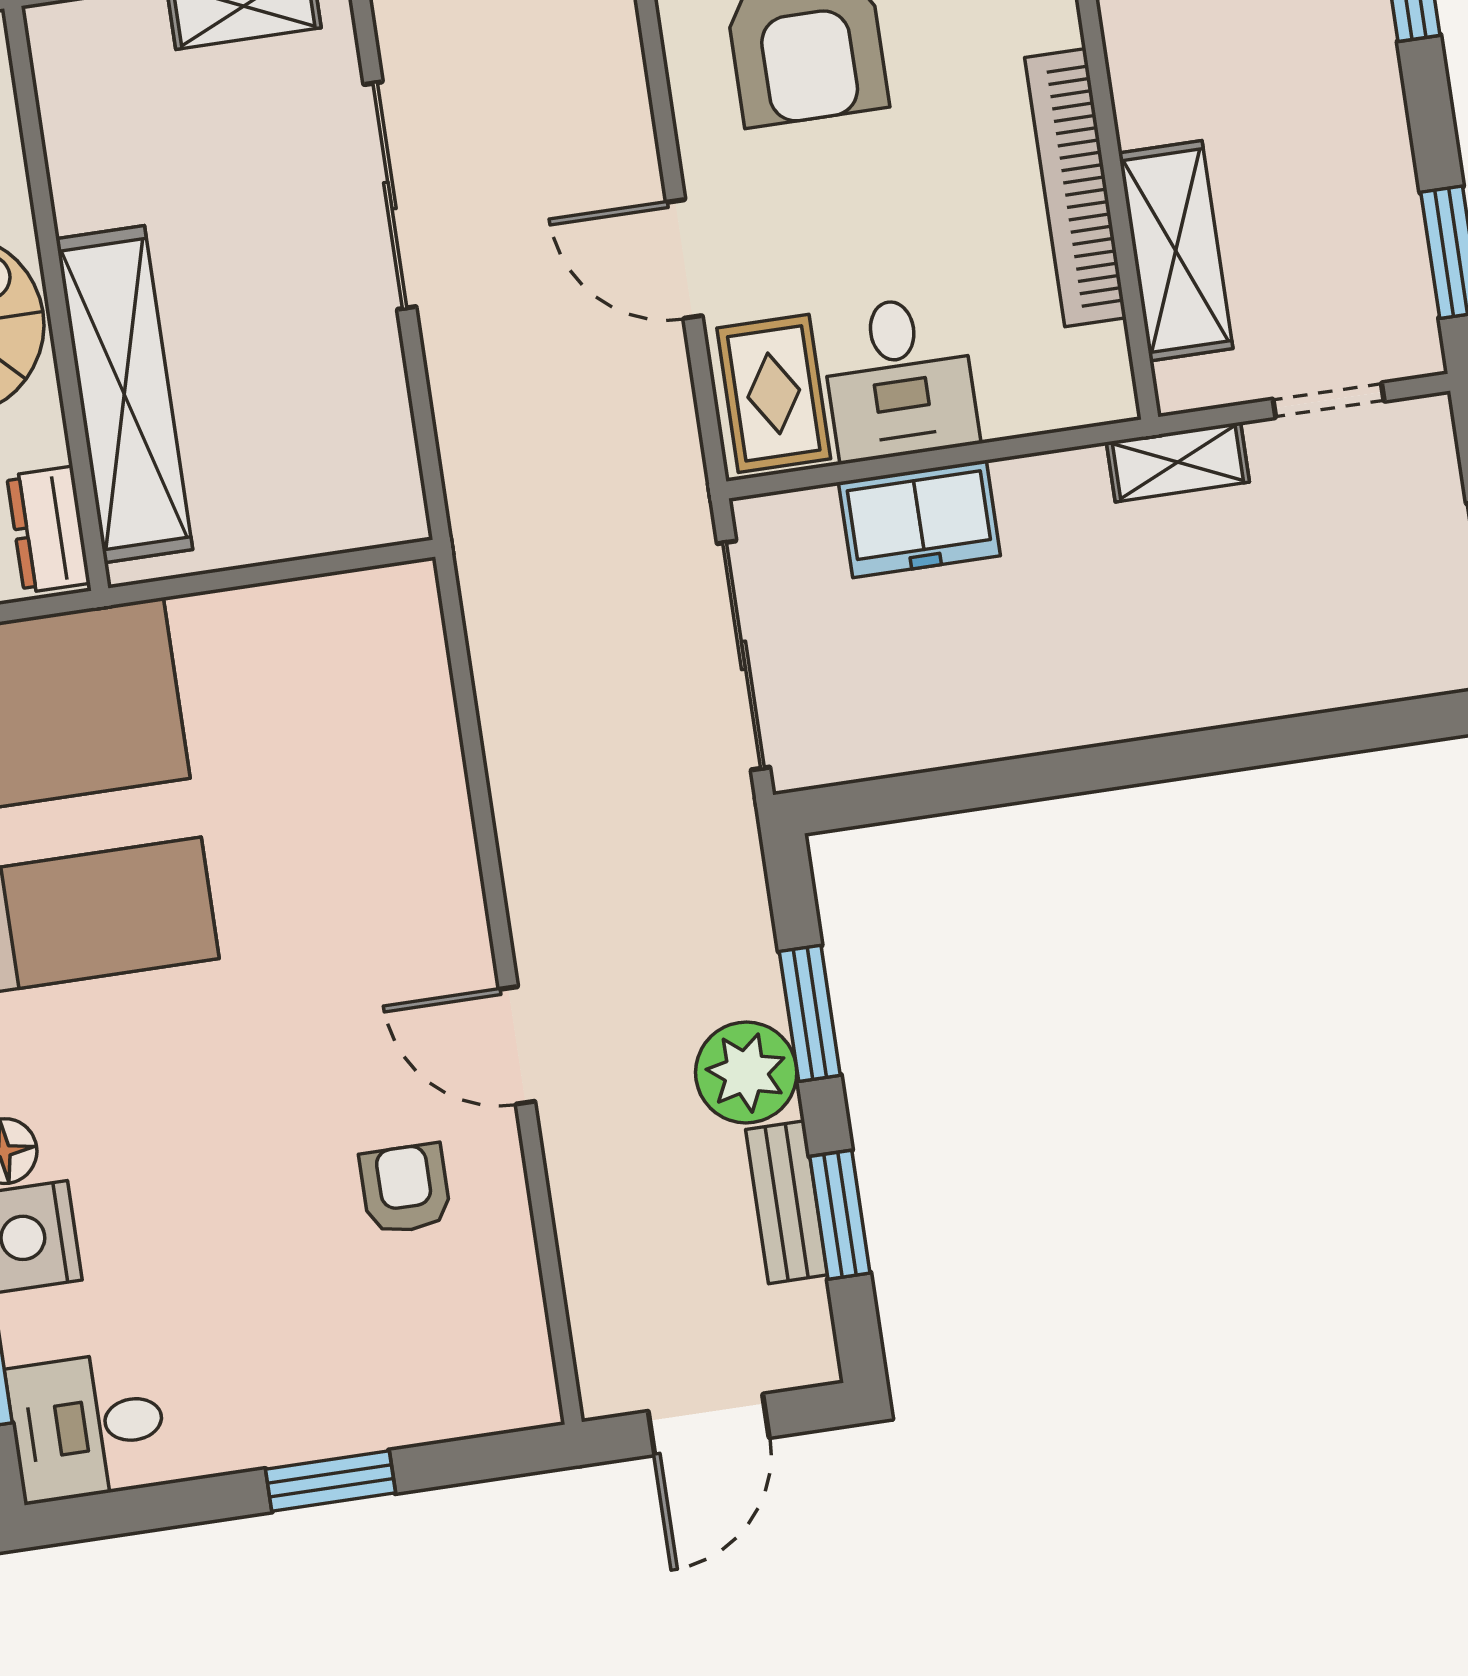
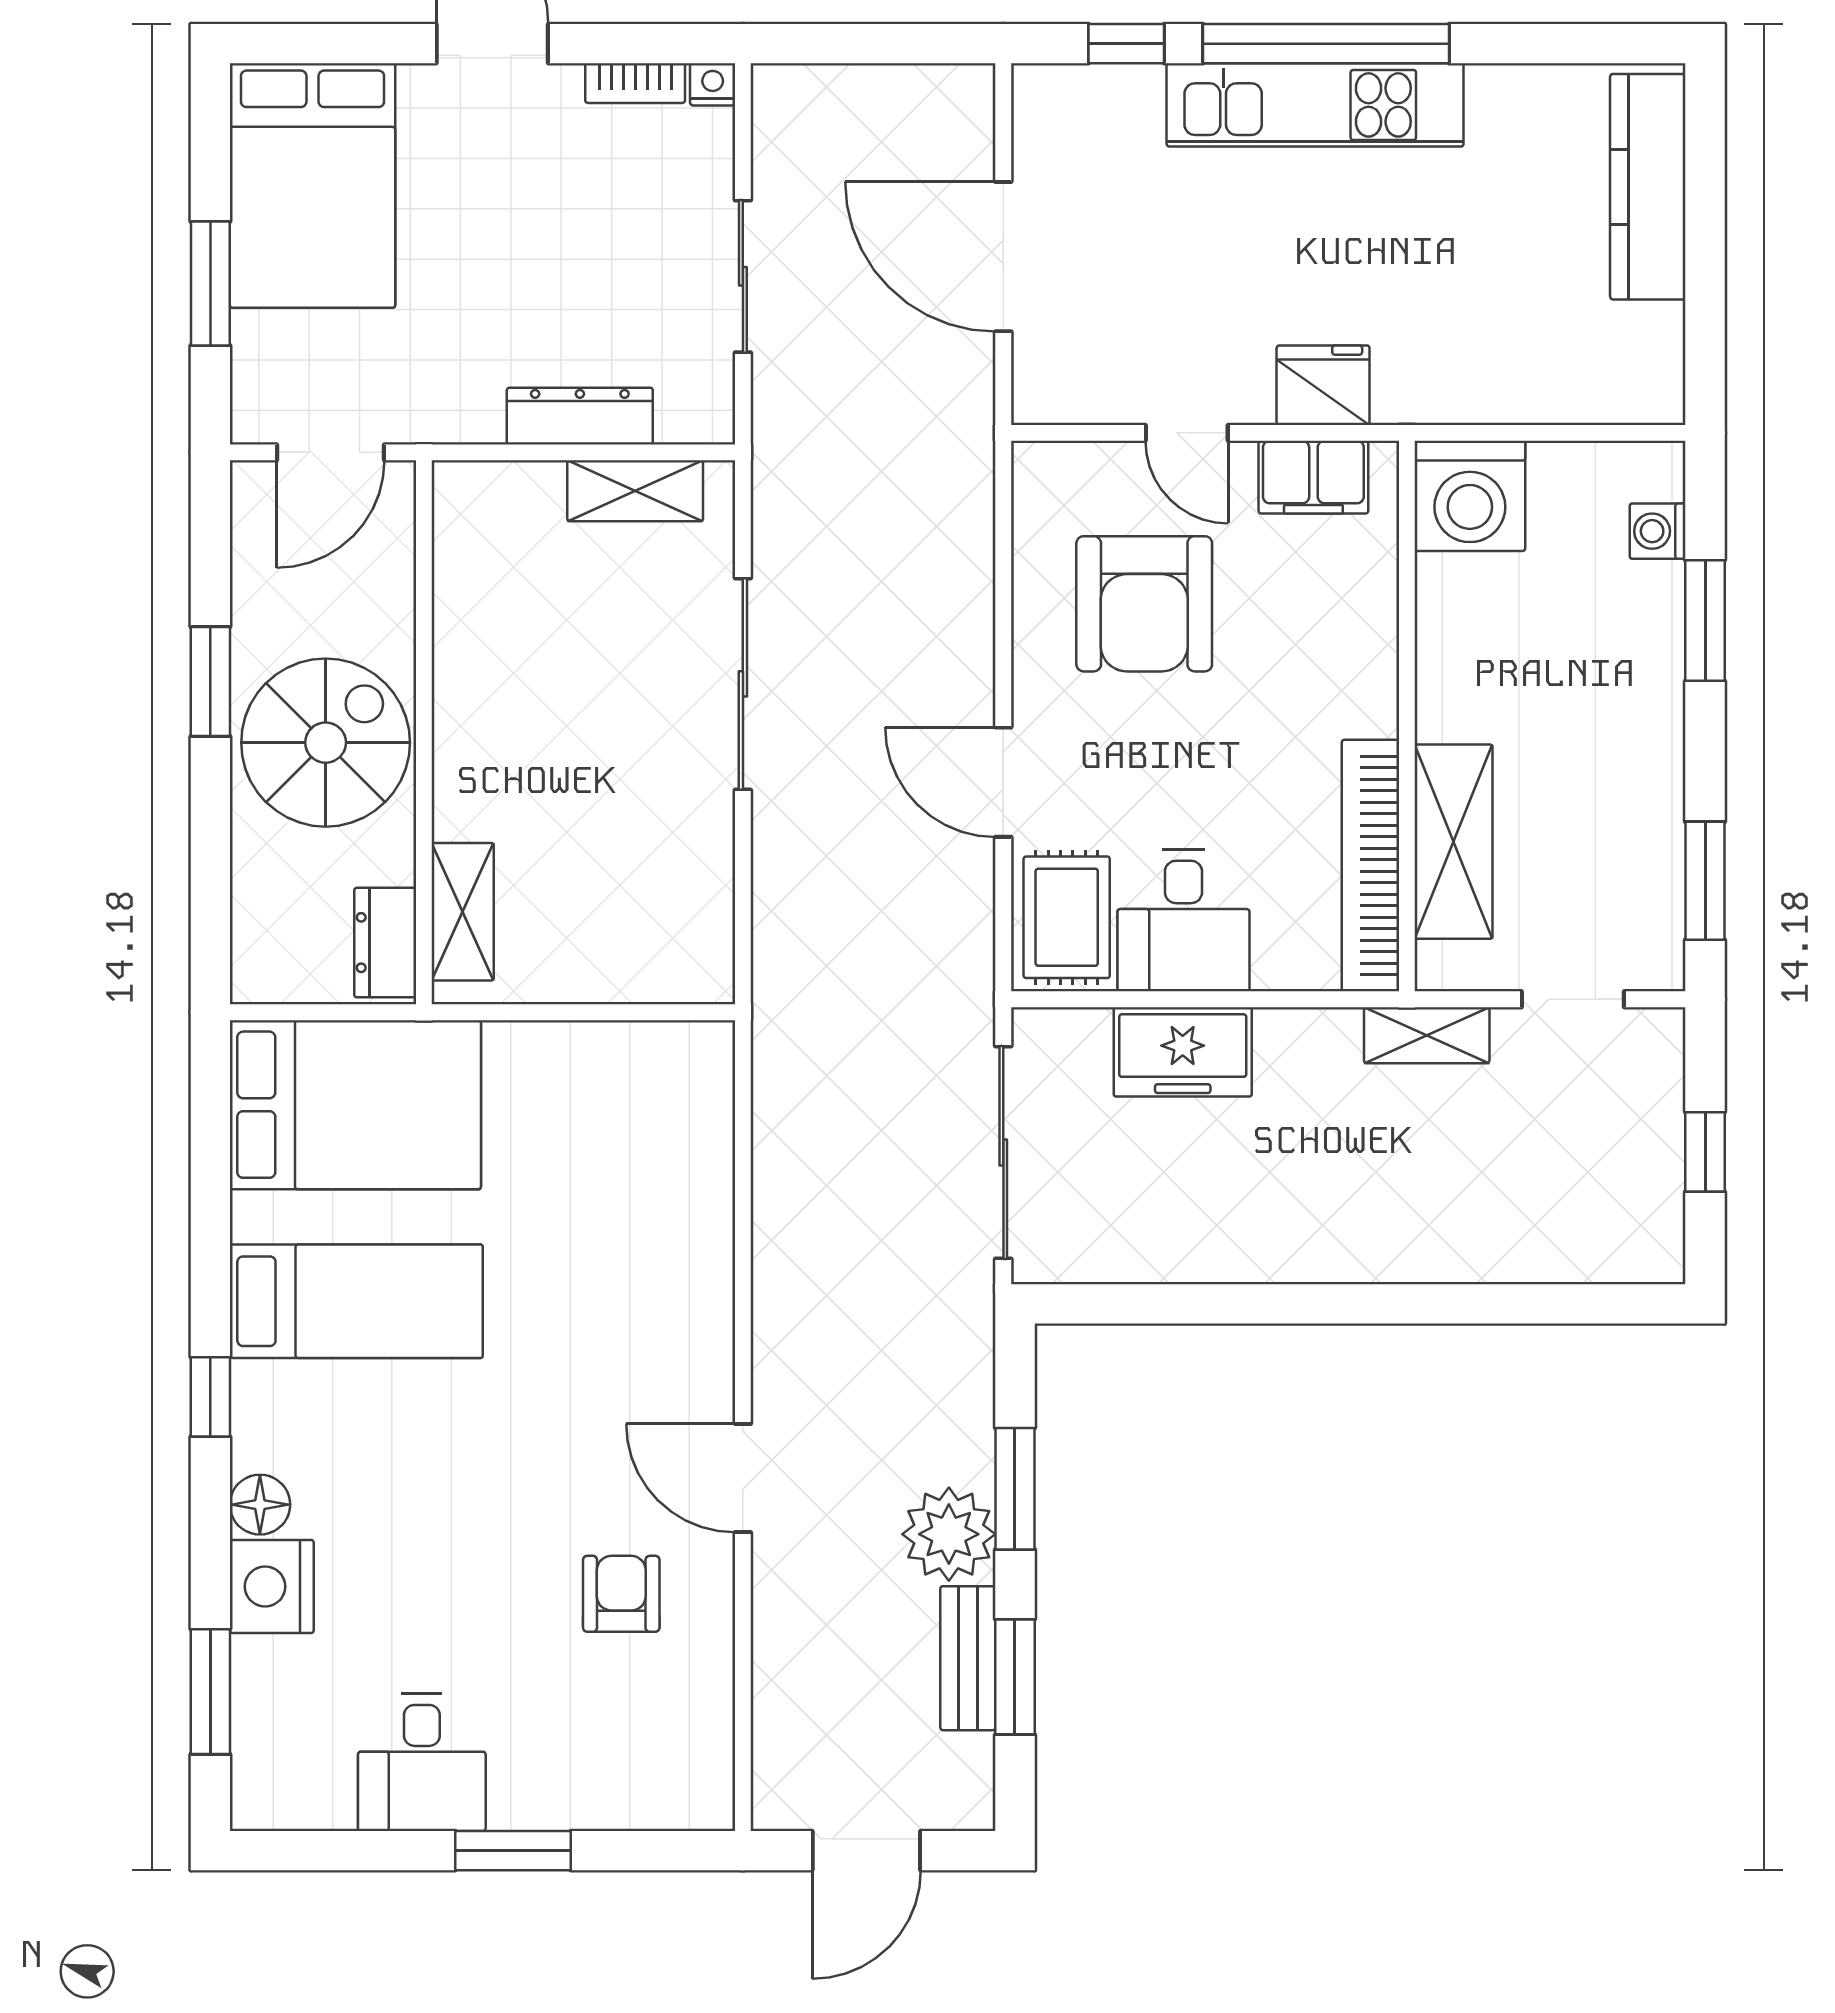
bookcase: (1075, 188) -> (1370, 866), moved
shelving: (124, 394) -> (463, 912), width x0.45, depth x0.75
desk: (88, 1426) -> (422, 1762), moved, turned -90

